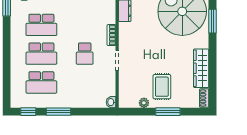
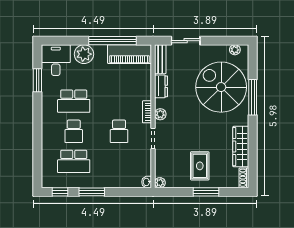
window: (212, 21) -> (253, 97), width x1.44
plant: (124, 37) -> (160, 114), added
school desk: (41, 54) -> (74, 131), width x0.54
plant: (144, 103) -> (160, 183), moved

